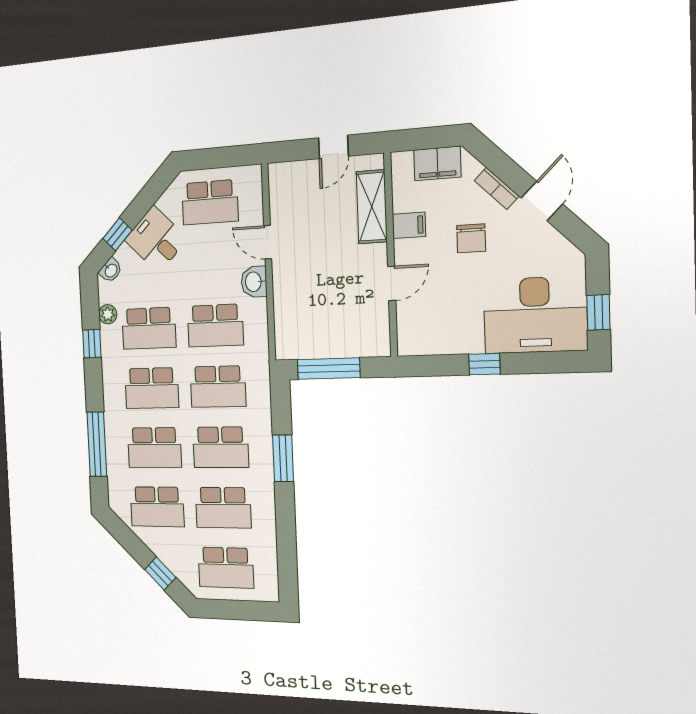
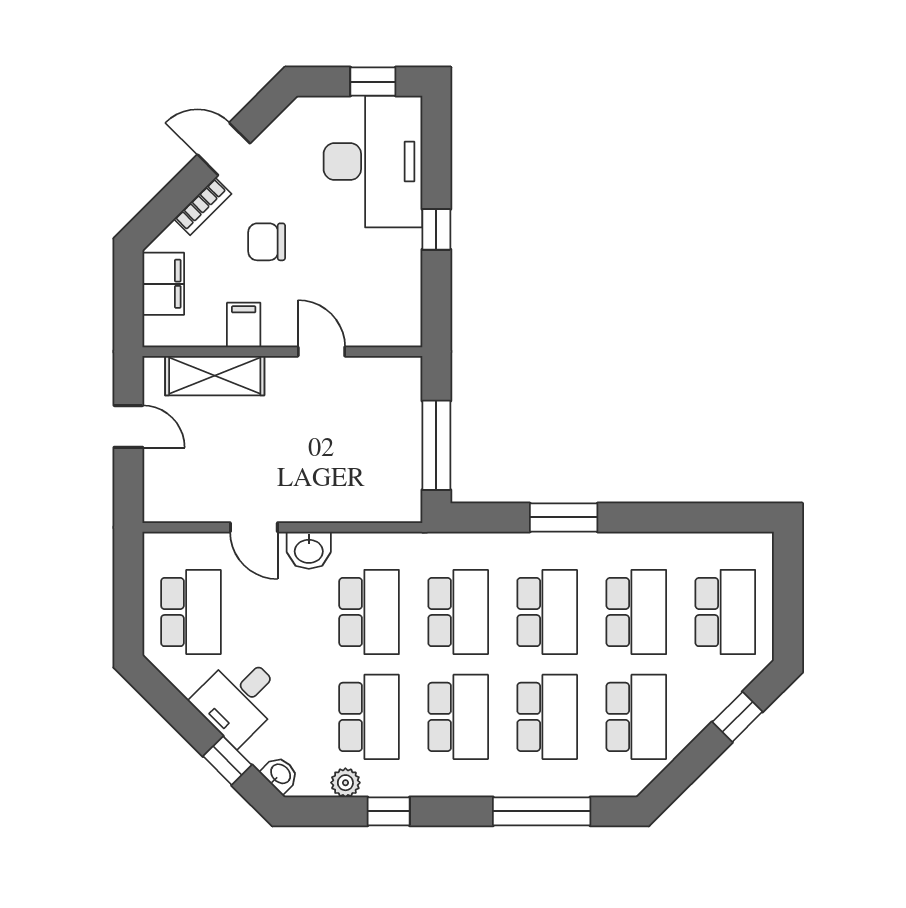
chair: (471, 238) -> (267, 242), turned 180
door: (268, 242) -> (254, 527), hinge flipped

